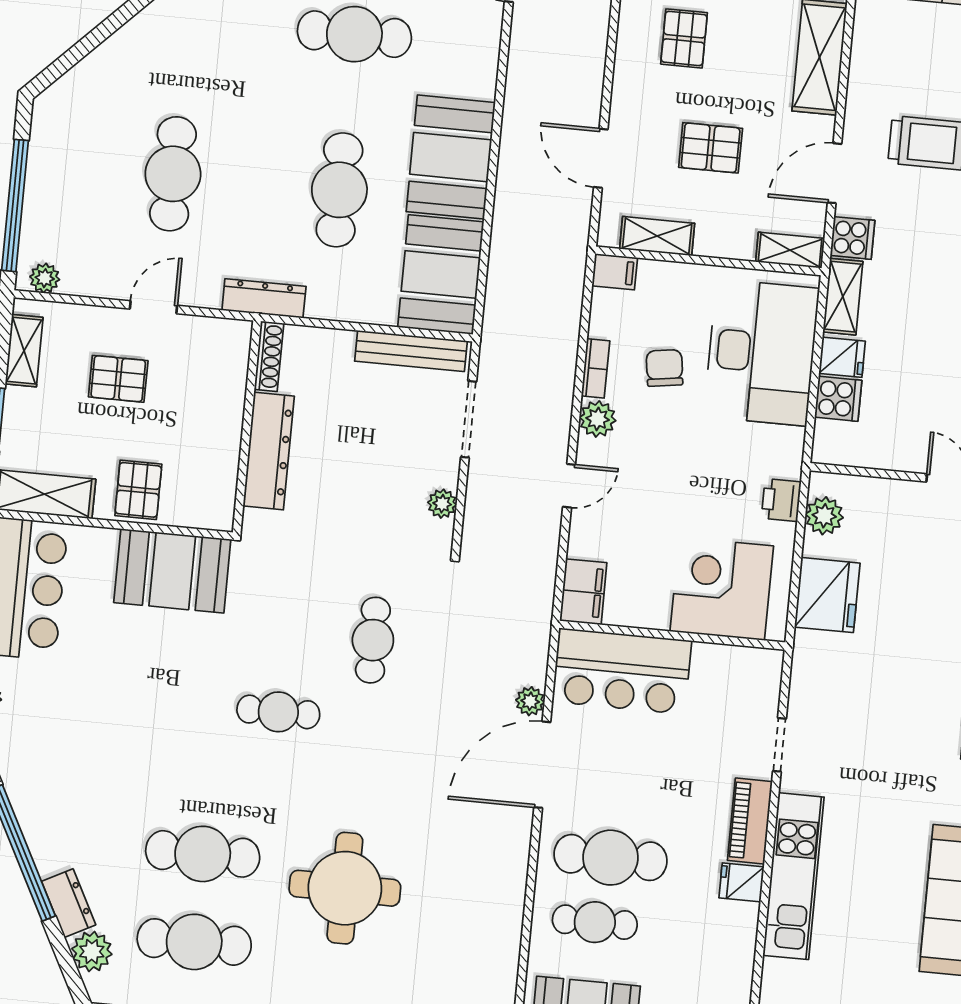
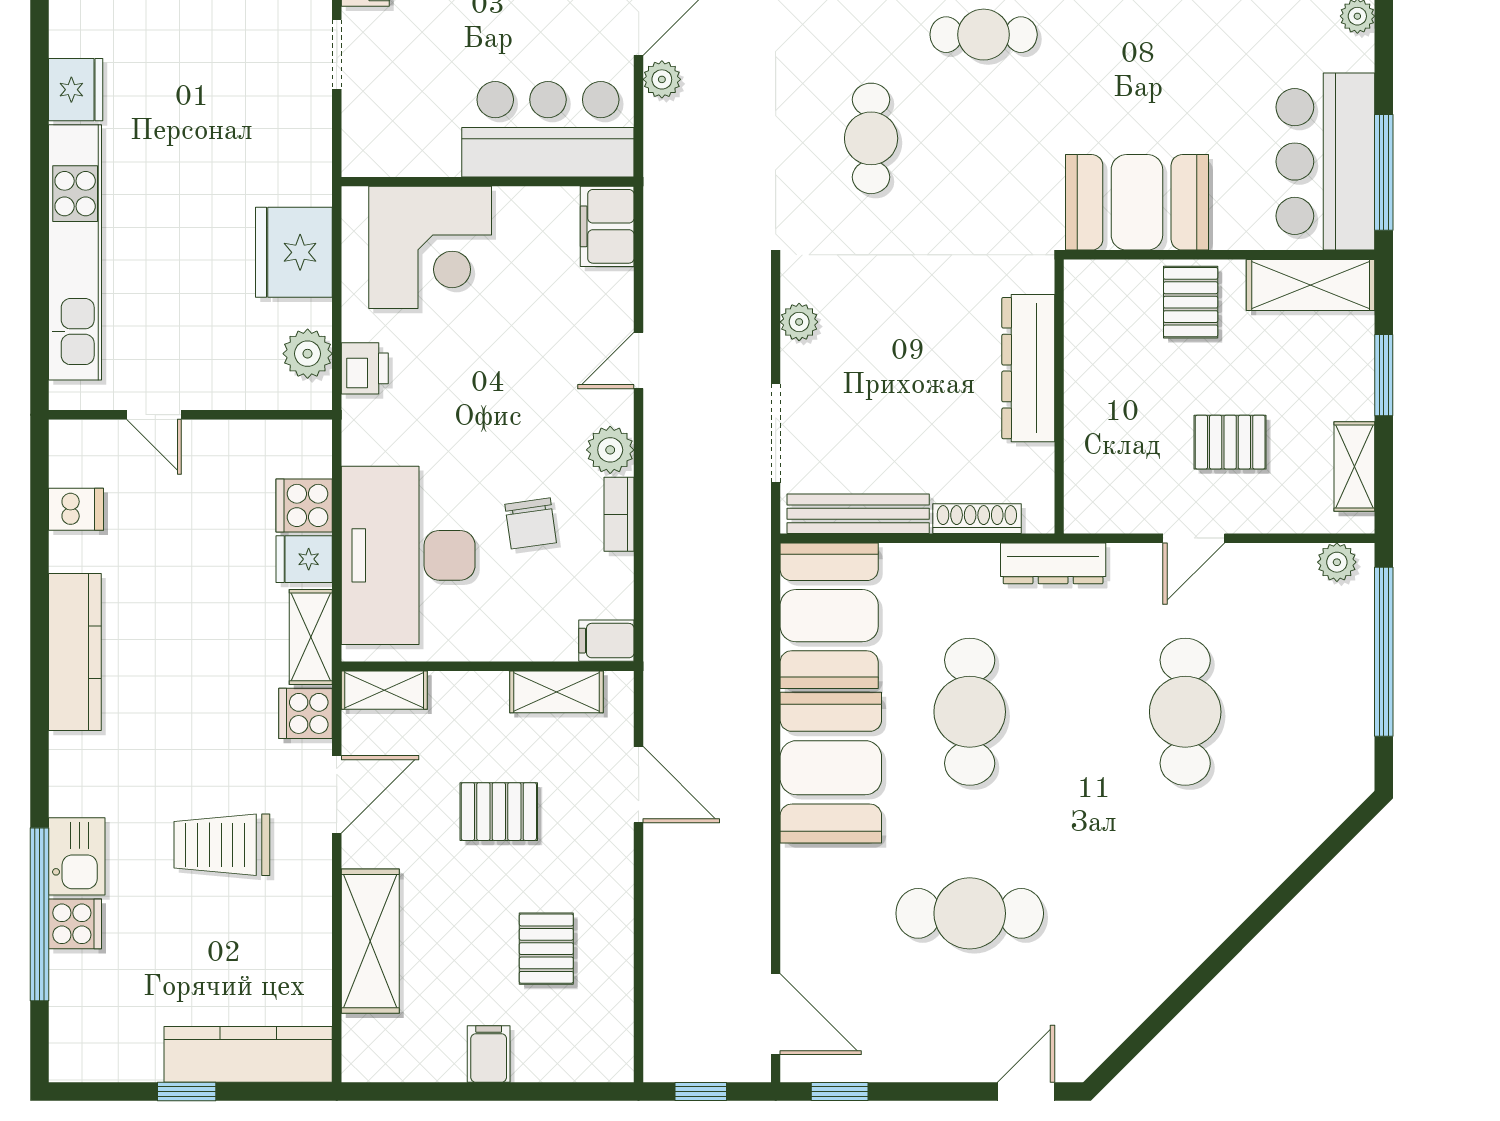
shoe rack: (269, 356) -> (977, 519), moved, turned 90

